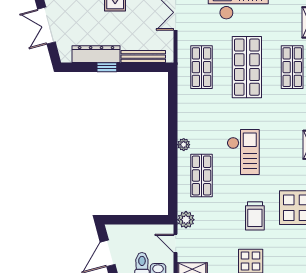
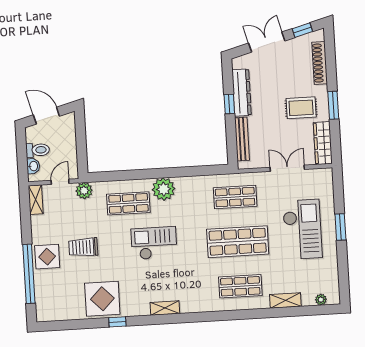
plant: (184, 145) -> (164, 189), width x1.88, depth x1.88
checkout: (243, 152) -> (154, 243), turned 180
trolley: (255, 216) -> (83, 247), moved

